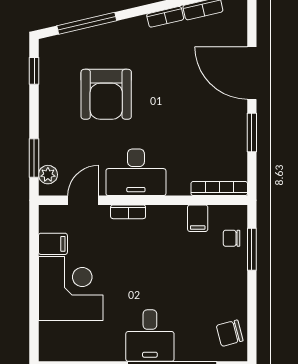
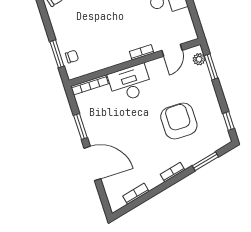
bookcase: (165, 17) -> (172, 172), moved
window: (87, 23) -> (205, 161), width x0.69
desk: (136, 172) -> (130, 83), moved
filing cabinet: (198, 218) -> (97, 62), removed
filing cabinet: (53, 244) -> (182, 17), removed

